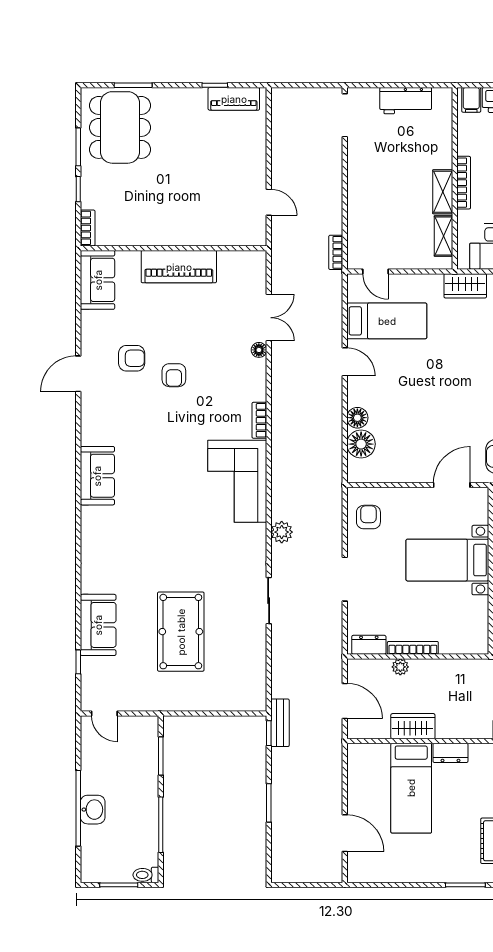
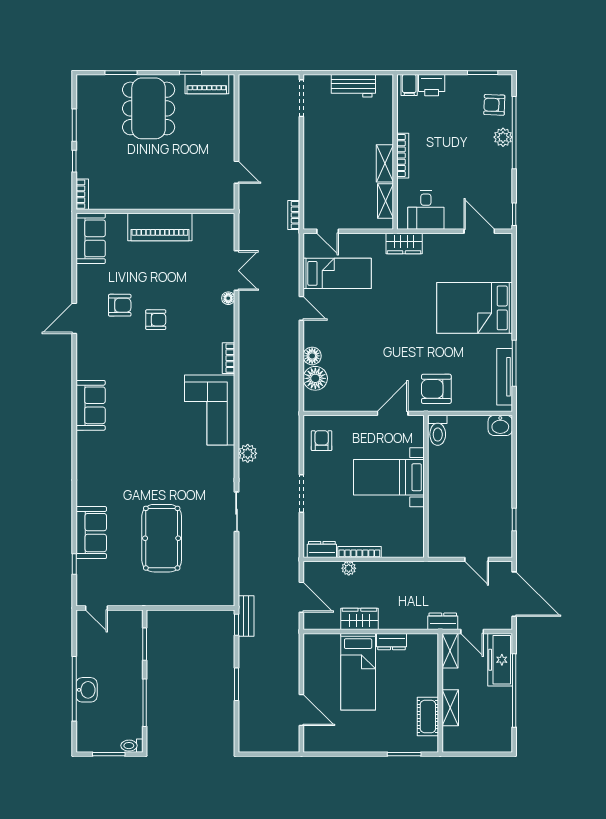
dining table: (120, 127) -> (149, 108), moved
armchair: (174, 375) -> (156, 320), turned -90

